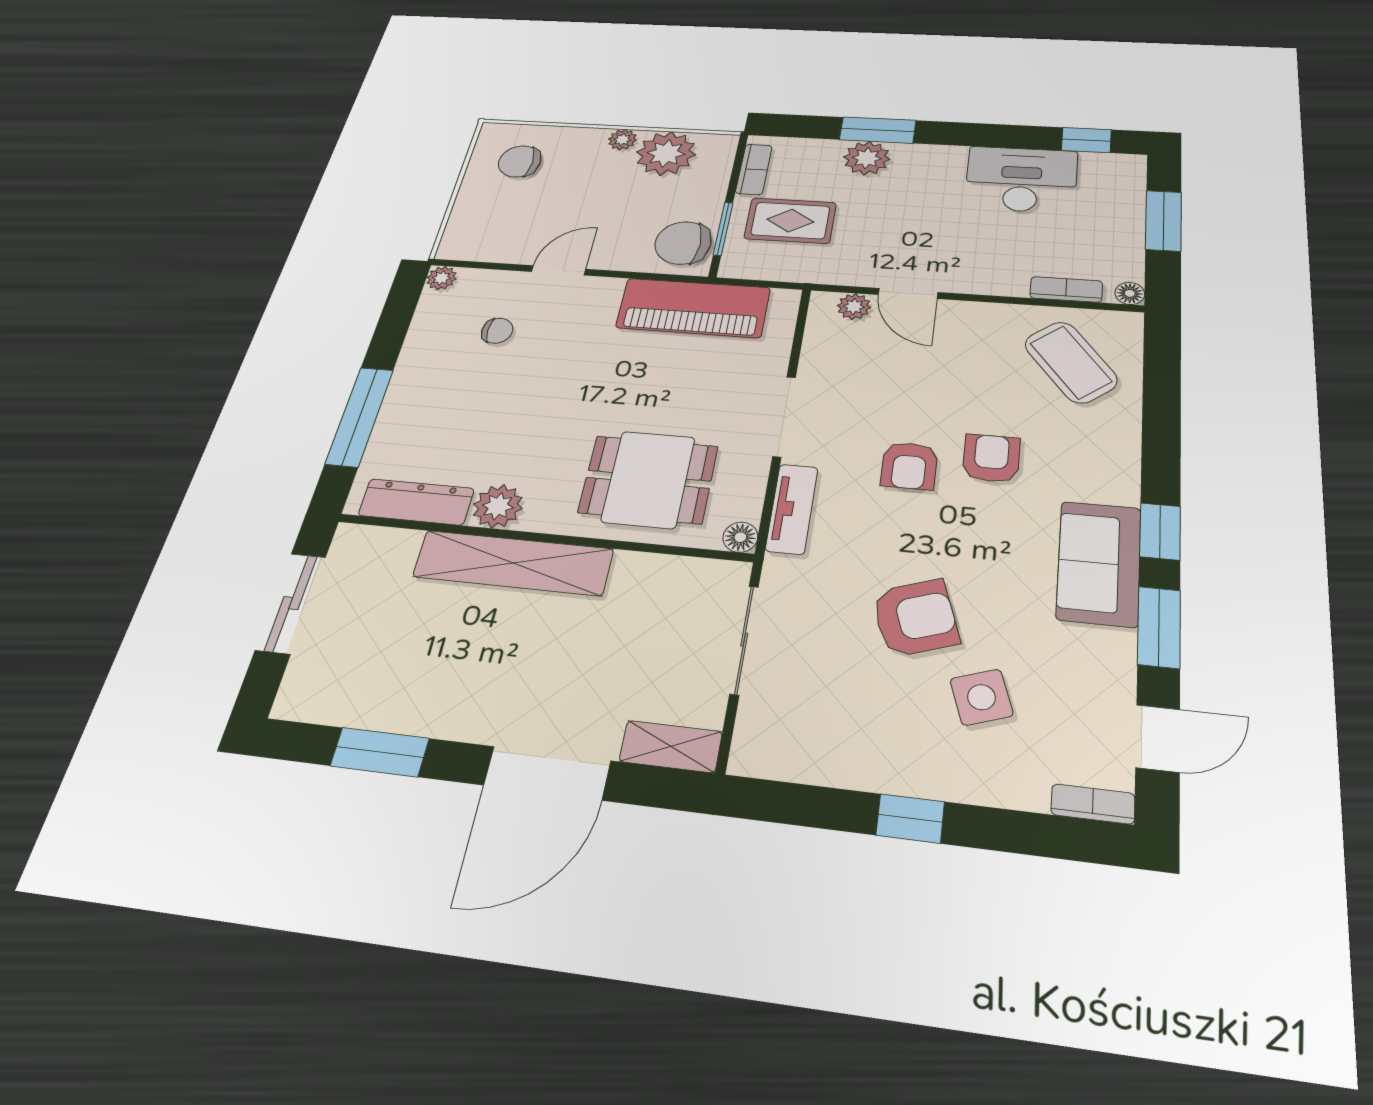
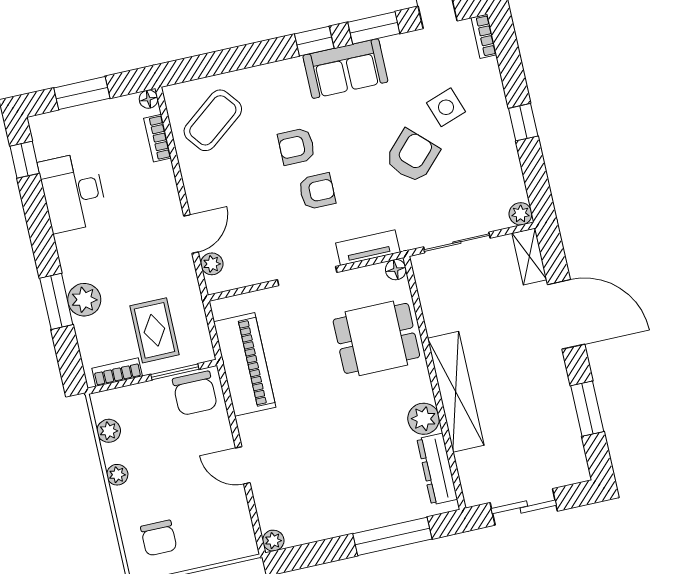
plant: (666, 153) -> (109, 431), width x0.53, depth x0.53
chair: (497, 331) -> (302, 482), removed
dining table: (648, 479) -> (376, 338), turned 90
armchair: (915, 618) -> (412, 156), turned 63
plant: (749, 757) -> (520, 214), added

